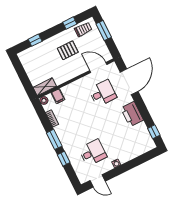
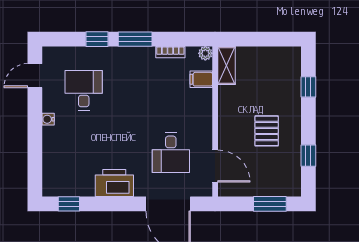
trolley: (83, 29) -> (288, 172), removed
door: (98, 67) -> (215, 166), hinge flipped
desk: (93, 153) -> (84, 90), turned 180

